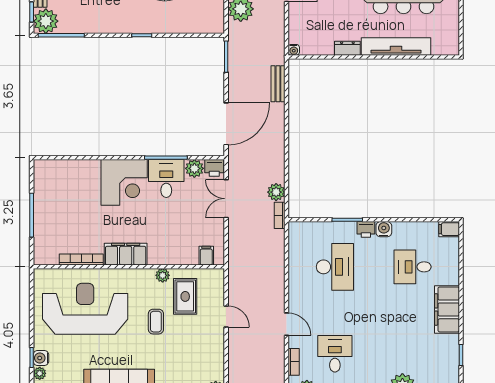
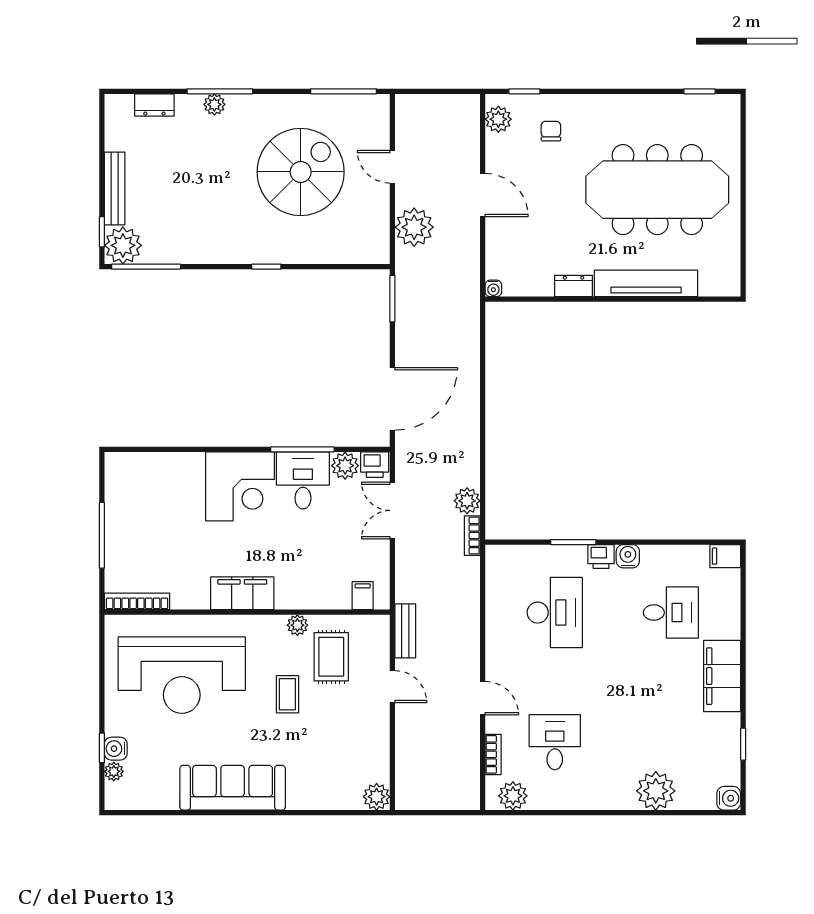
bench: (278, 84) -> (405, 631), moved
bookcase: (81, 259) -> (137, 601), moved
desk: (413, 267) -> (671, 613), turned 180
reception desk: (85, 309) -> (182, 675), turned 180

